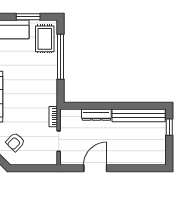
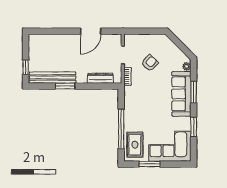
window: (124, 106) -> (65, 86), added
dresser: (96, 115) -> (100, 78), moved
armchair: (15, 142) -> (150, 63), moved

